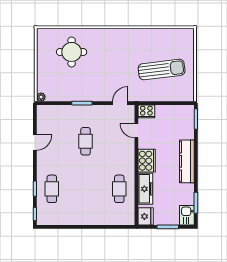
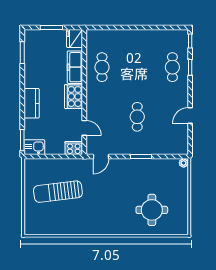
kitchen counter: (187, 161) -> (32, 103), width x0.67
kitchen sink: (187, 215) -> (34, 147), moved, turned -90

